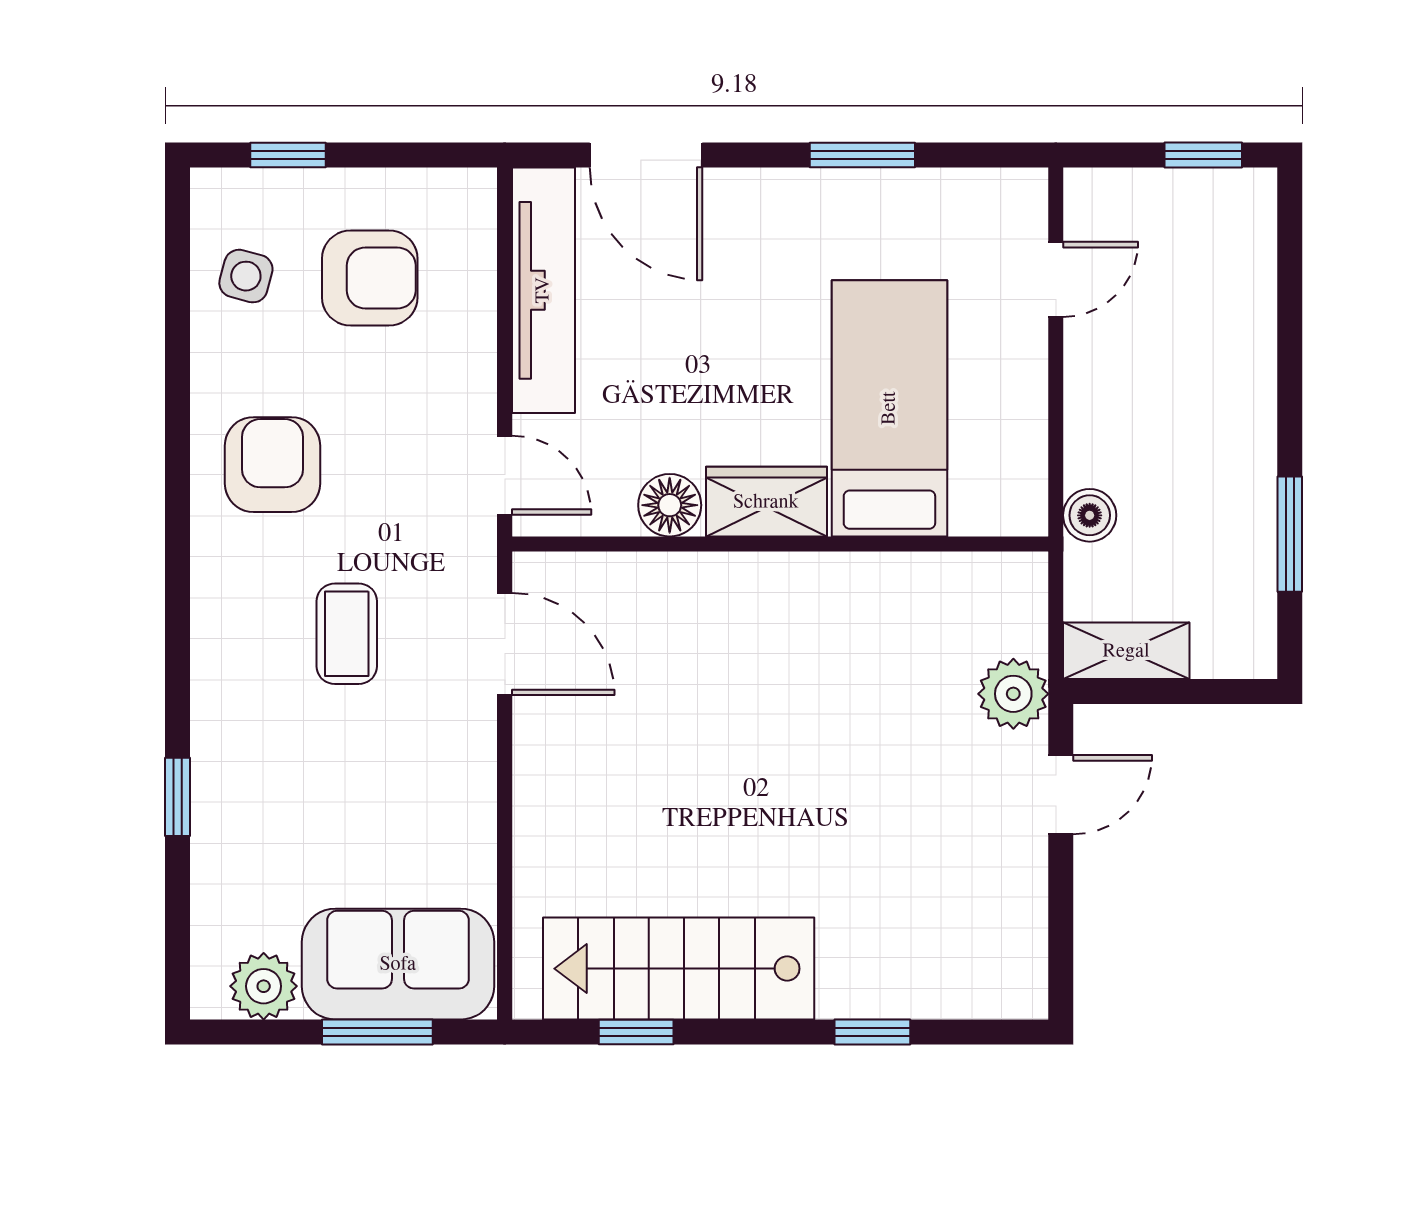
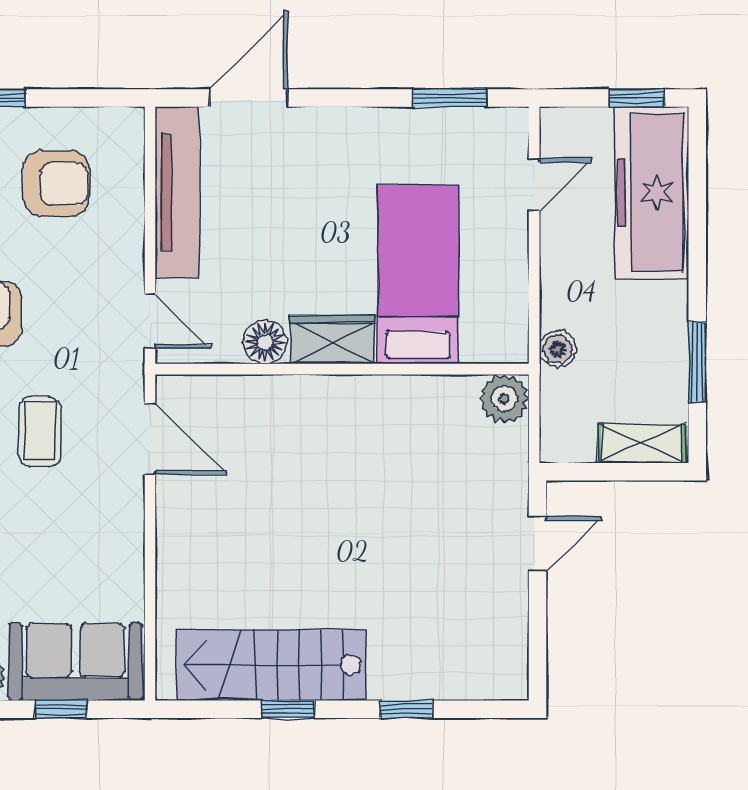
door: (646, 155) -> (249, 98), swing flipped
window: (862, 155) -> (450, 98), moved
freezer: (1225, 291) -> (652, 193), added
shelving: (1126, 651) -> (642, 443), moved
plant: (1013, 694) -> (504, 399), moved
window: (377, 1032) -> (61, 709), width x0.67
window: (636, 1032) -> (288, 709), moved

